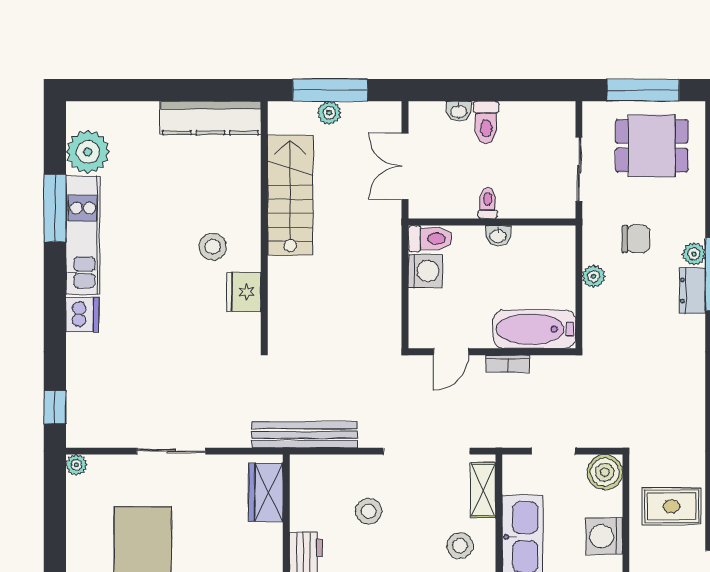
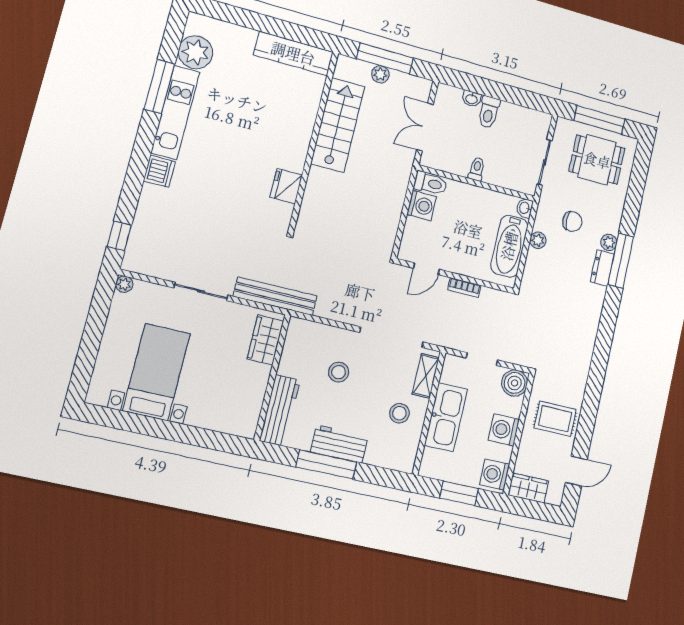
washbasin: (498, 236) -> (525, 208), moved, turned 90
stool: (213, 247) -> (271, 147), removed
bathtub: (534, 329) -> (509, 246), moved, turned -90
bench: (304, 435) -> (275, 296), moved

